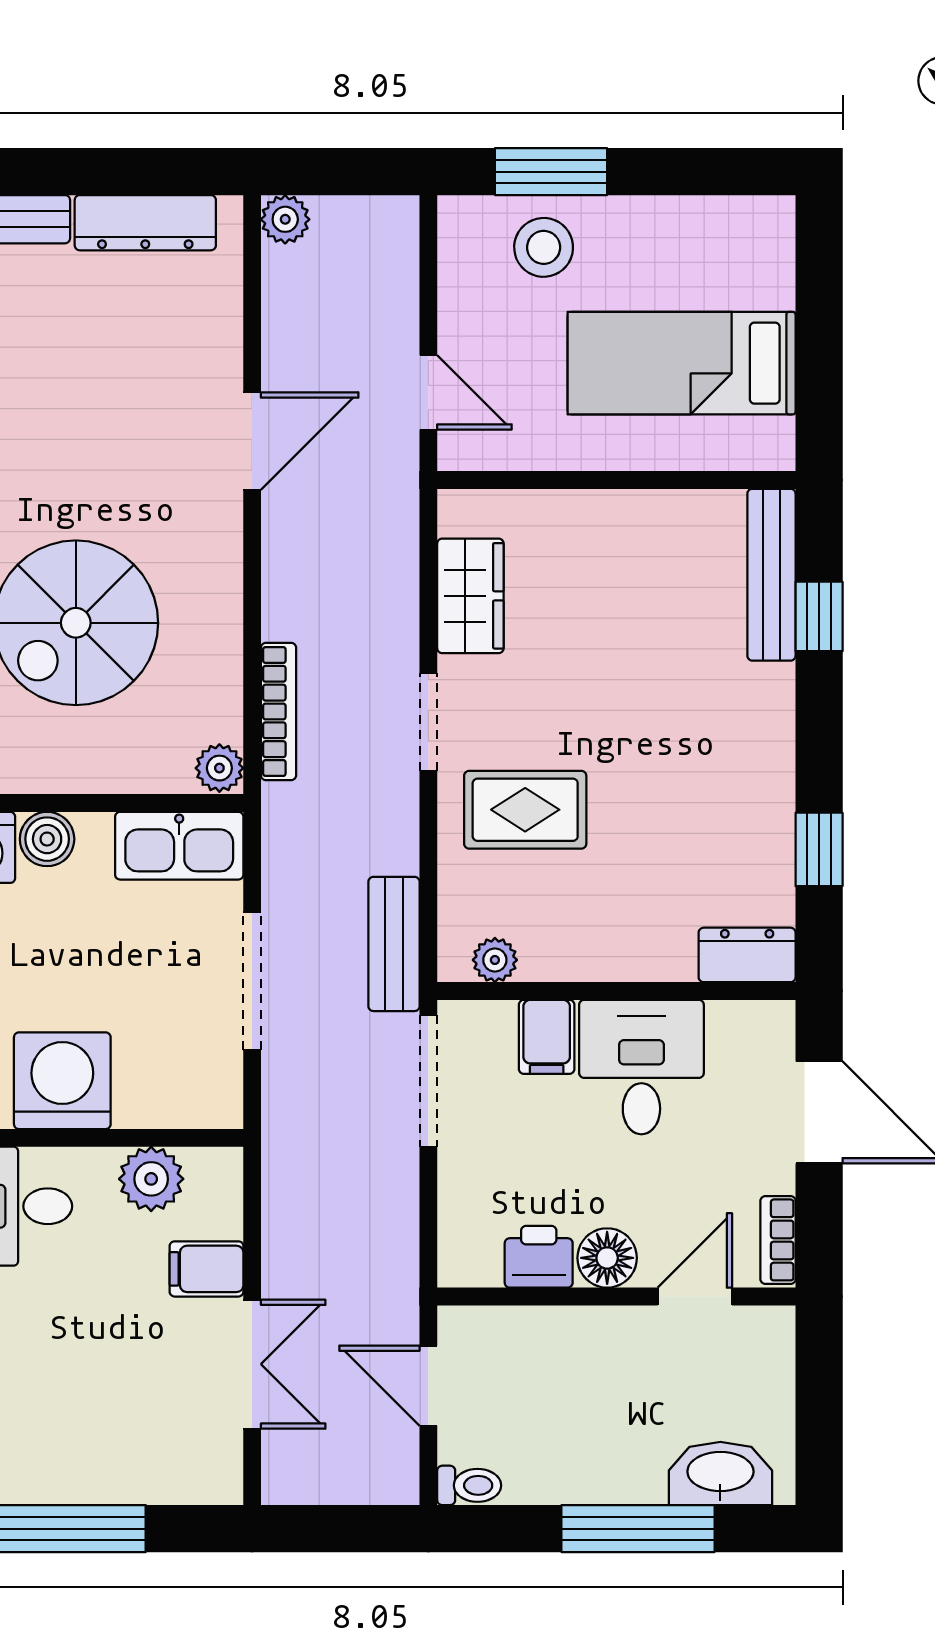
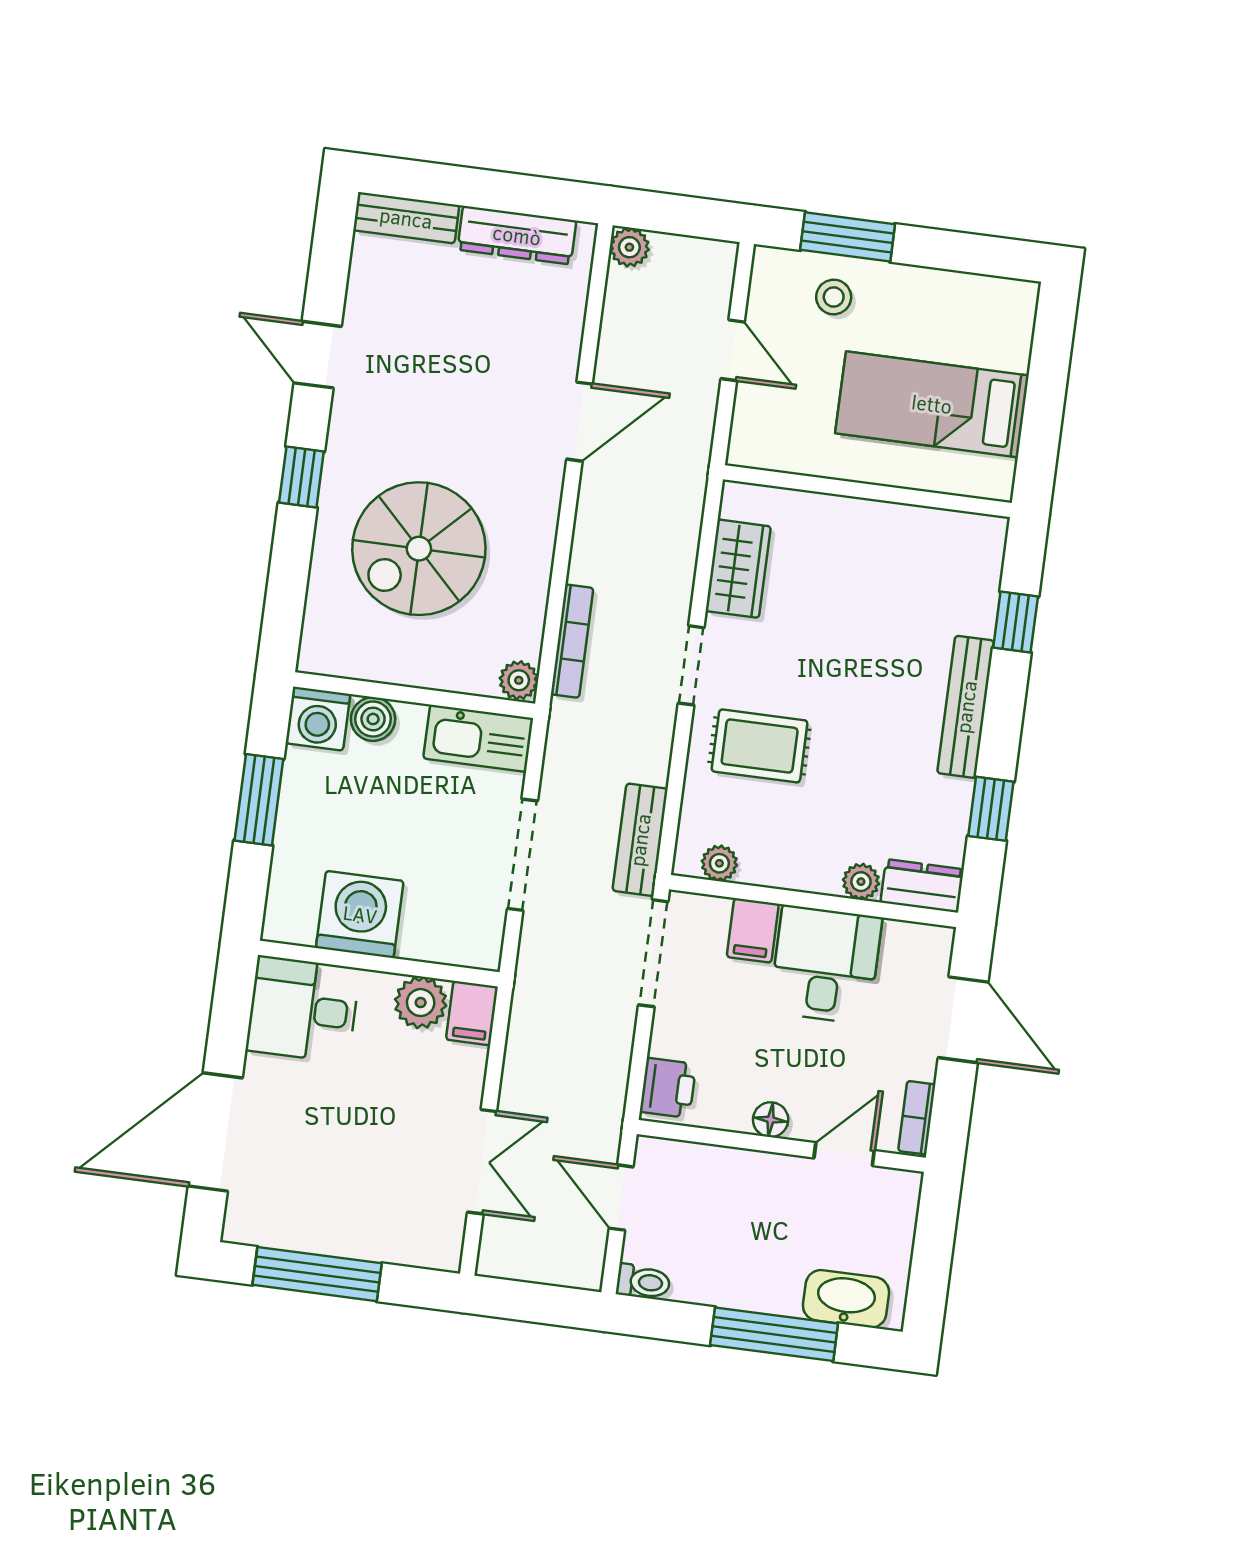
stool: (544, 247) -> (834, 297), width x0.73, depth x0.73
door: (428, 392) -> (733, 350), moved
bench: (771, 575) -> (966, 707), moved
plant: (671, 960) -> (861, 882), added
printer: (539, 1257) -> (668, 1088), moved, turned 90
floor lamp: (607, 1258) -> (771, 1120), width x0.73, depth x0.73
filing cabinet: (207, 1269) -> (472, 1013), moved, turned -90

